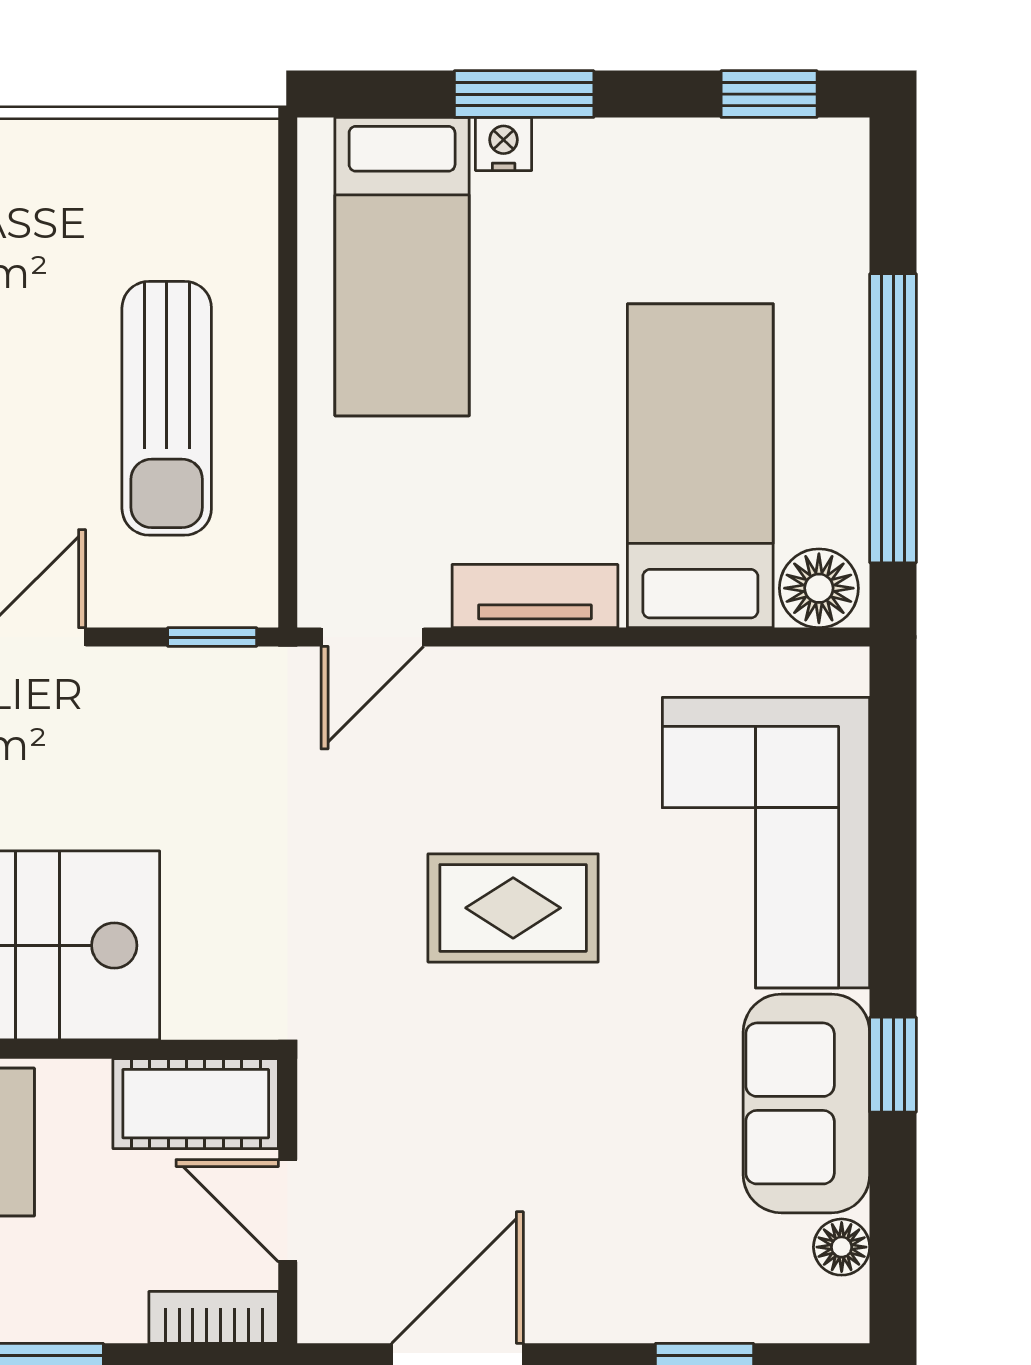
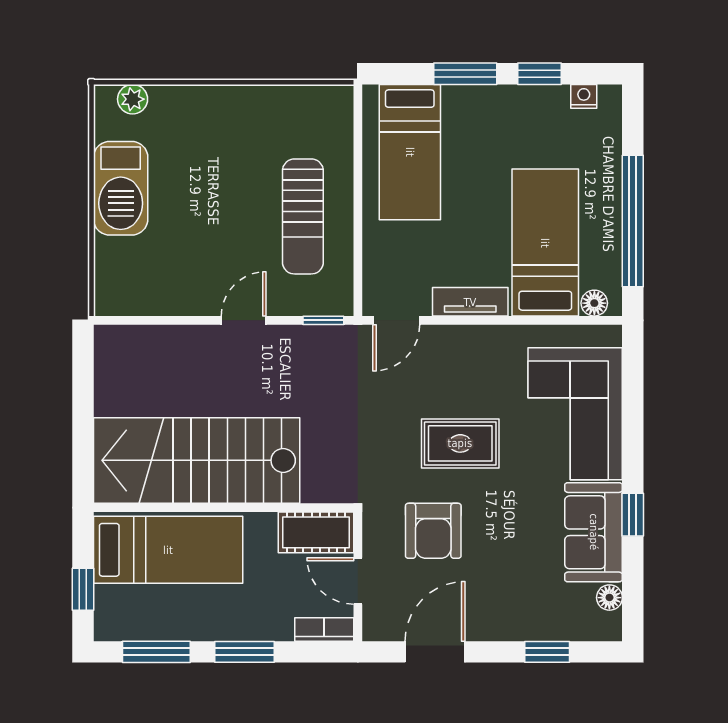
window: (769, 94) -> (540, 74), moved
nightstand: (504, 144) -> (584, 96), moved
floor lamp: (819, 588) -> (594, 303), width x0.73, depth x0.73
armchair: (454, 1100) -> (433, 531), added

